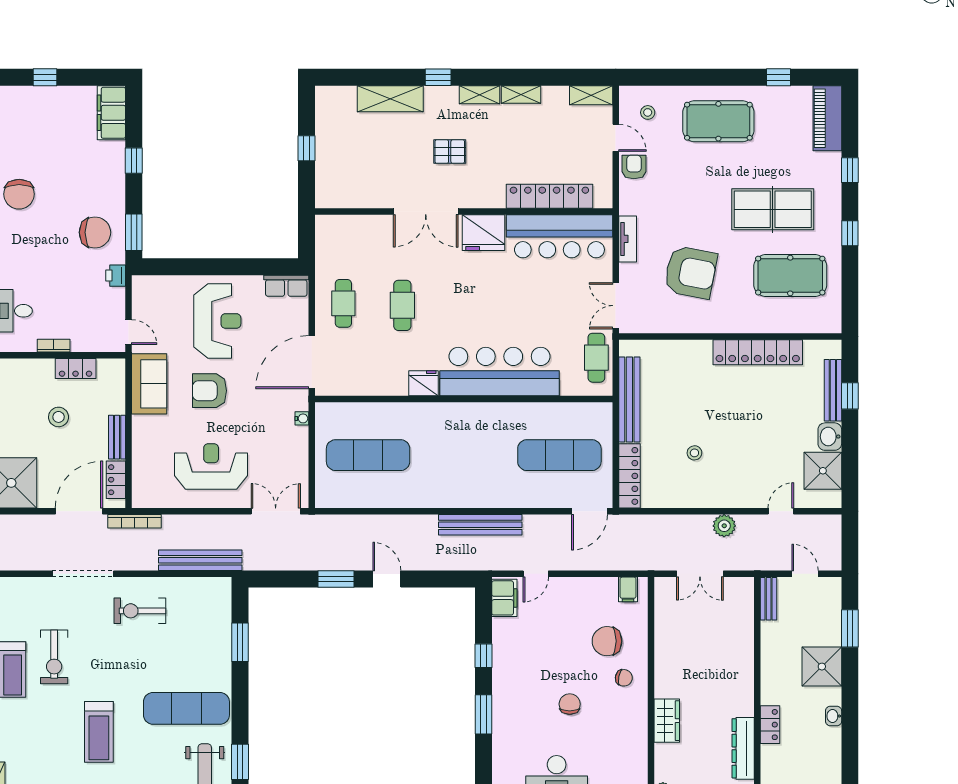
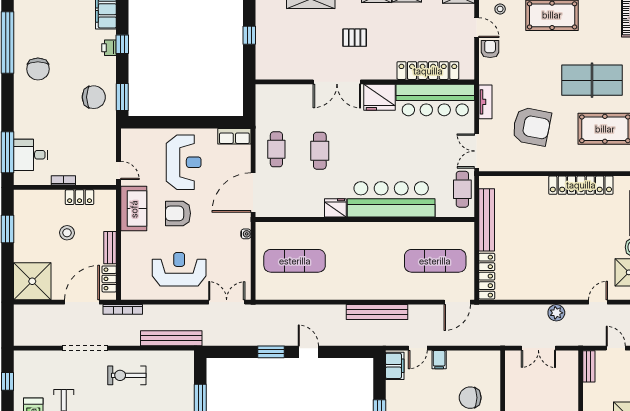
printer: (116, 276) -> (109, 48), moved
stool: (694, 453) -> (534, 259), removed
filing cabinet: (628, 589) -> (439, 360), moved

